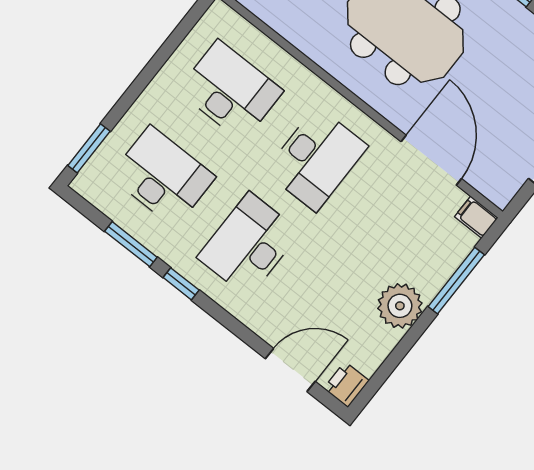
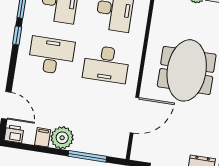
filing cabinet: (476, 217) -> (43, 137), moved

